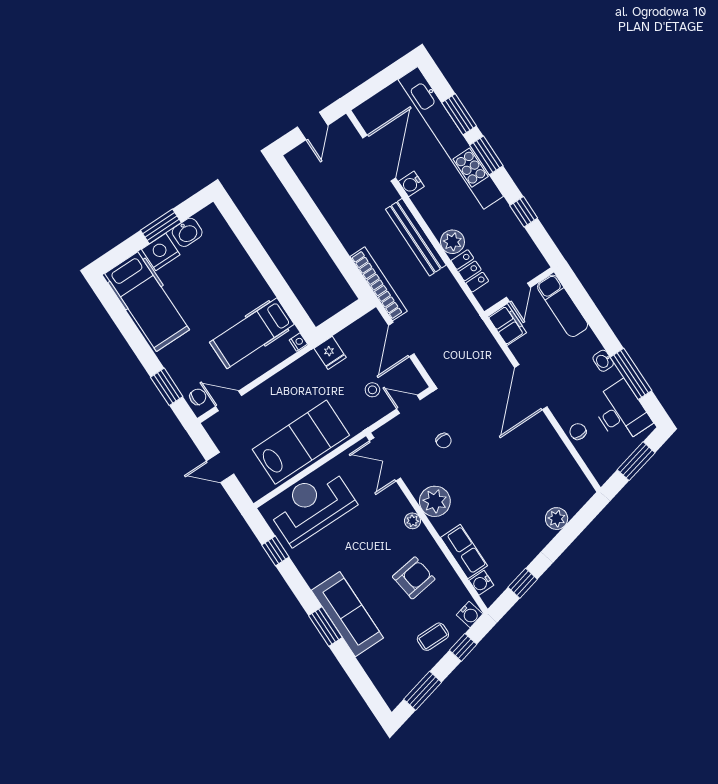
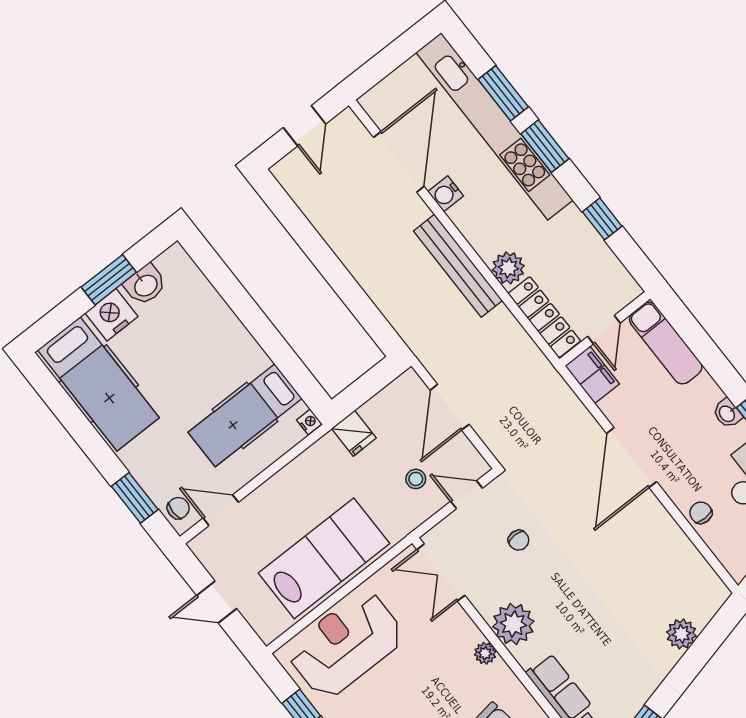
locker: (470, 271) -> (544, 317), width x1.53
bookcase: (379, 284) -> (412, 334), removed

